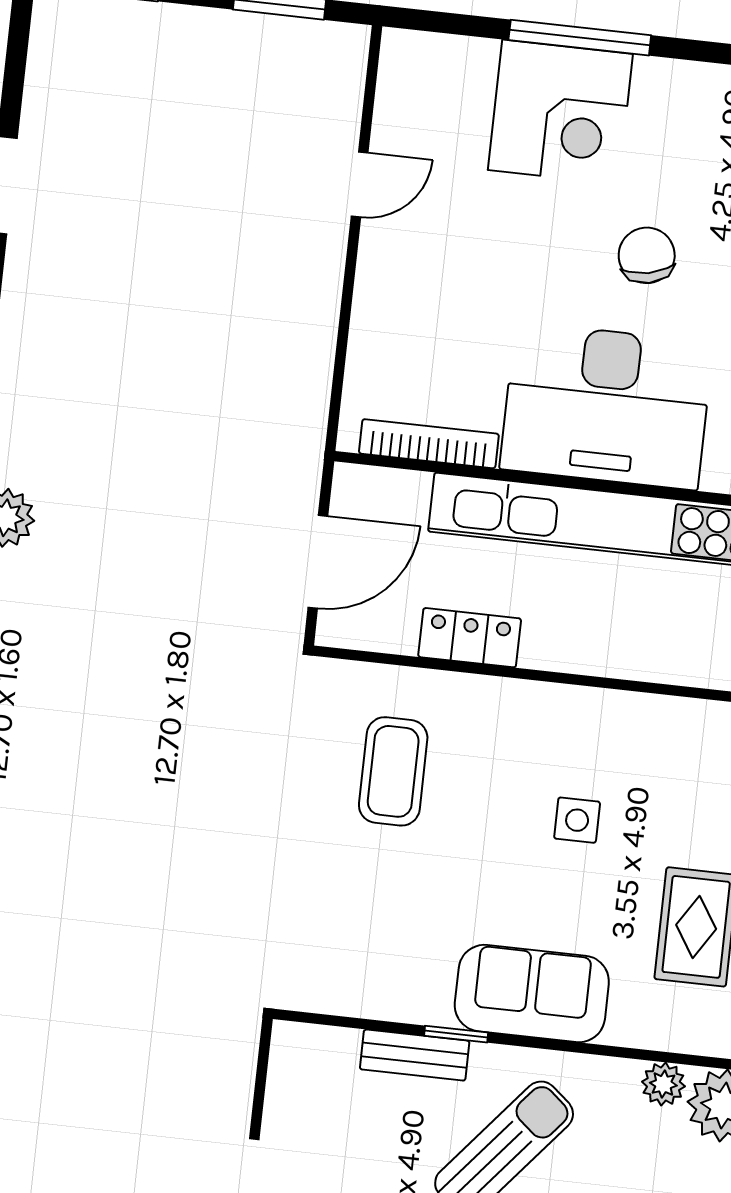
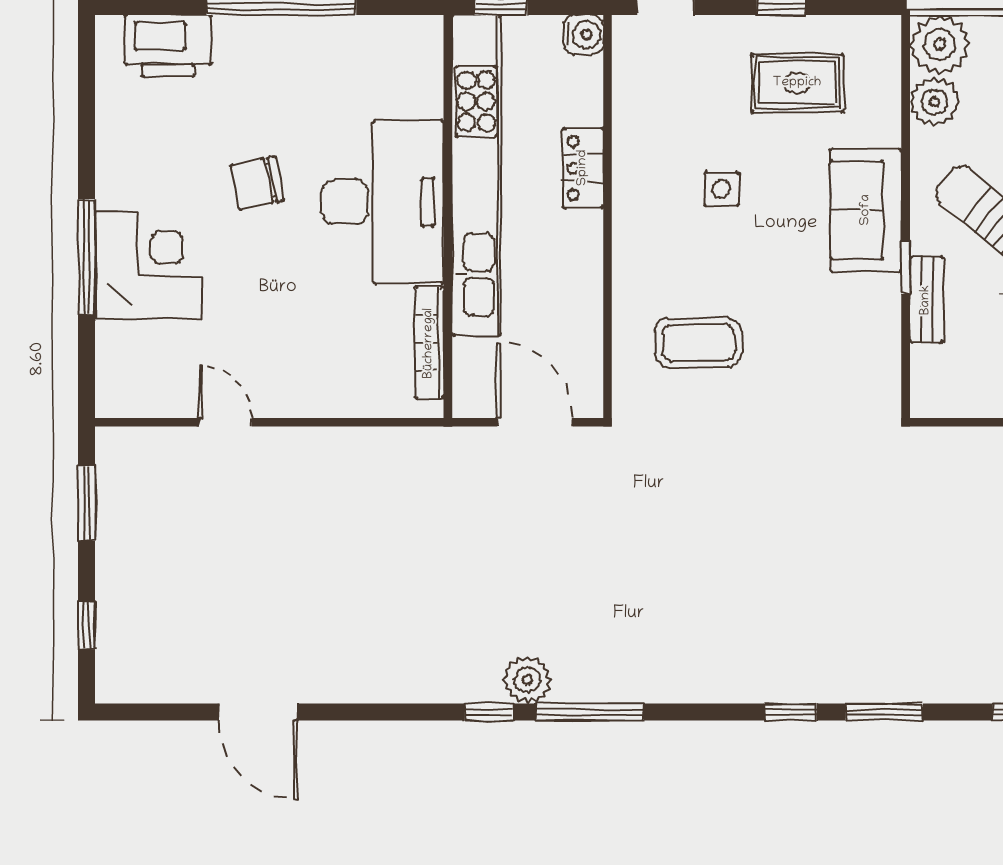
locker: (470, 638) -> (583, 168), moved
plant: (663, 1084) -> (934, 102), width x1.38, depth x1.38

